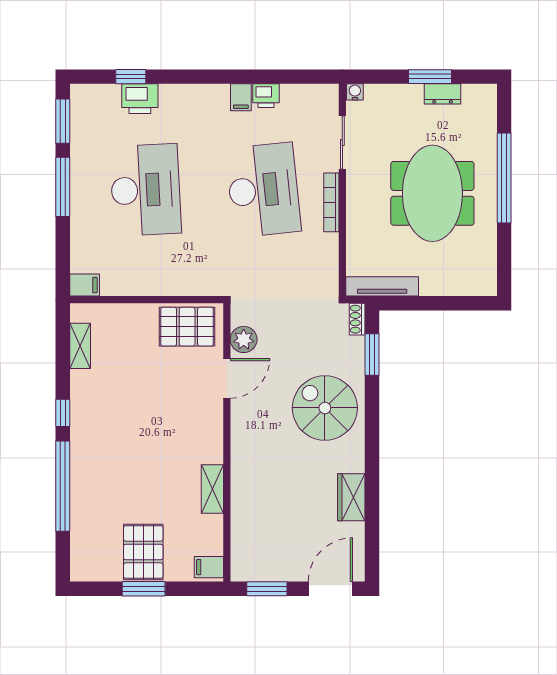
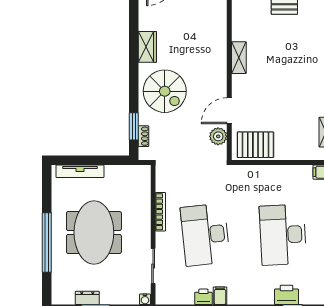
bookcase: (331, 202) -> (160, 212), moved
tv unit: (382, 286) -> (80, 171), moved
shoe rack: (357, 319) -> (144, 136), moved
shelving: (212, 489) -> (239, 58), moved
wardrobe: (351, 497) -> (147, 47), moved

